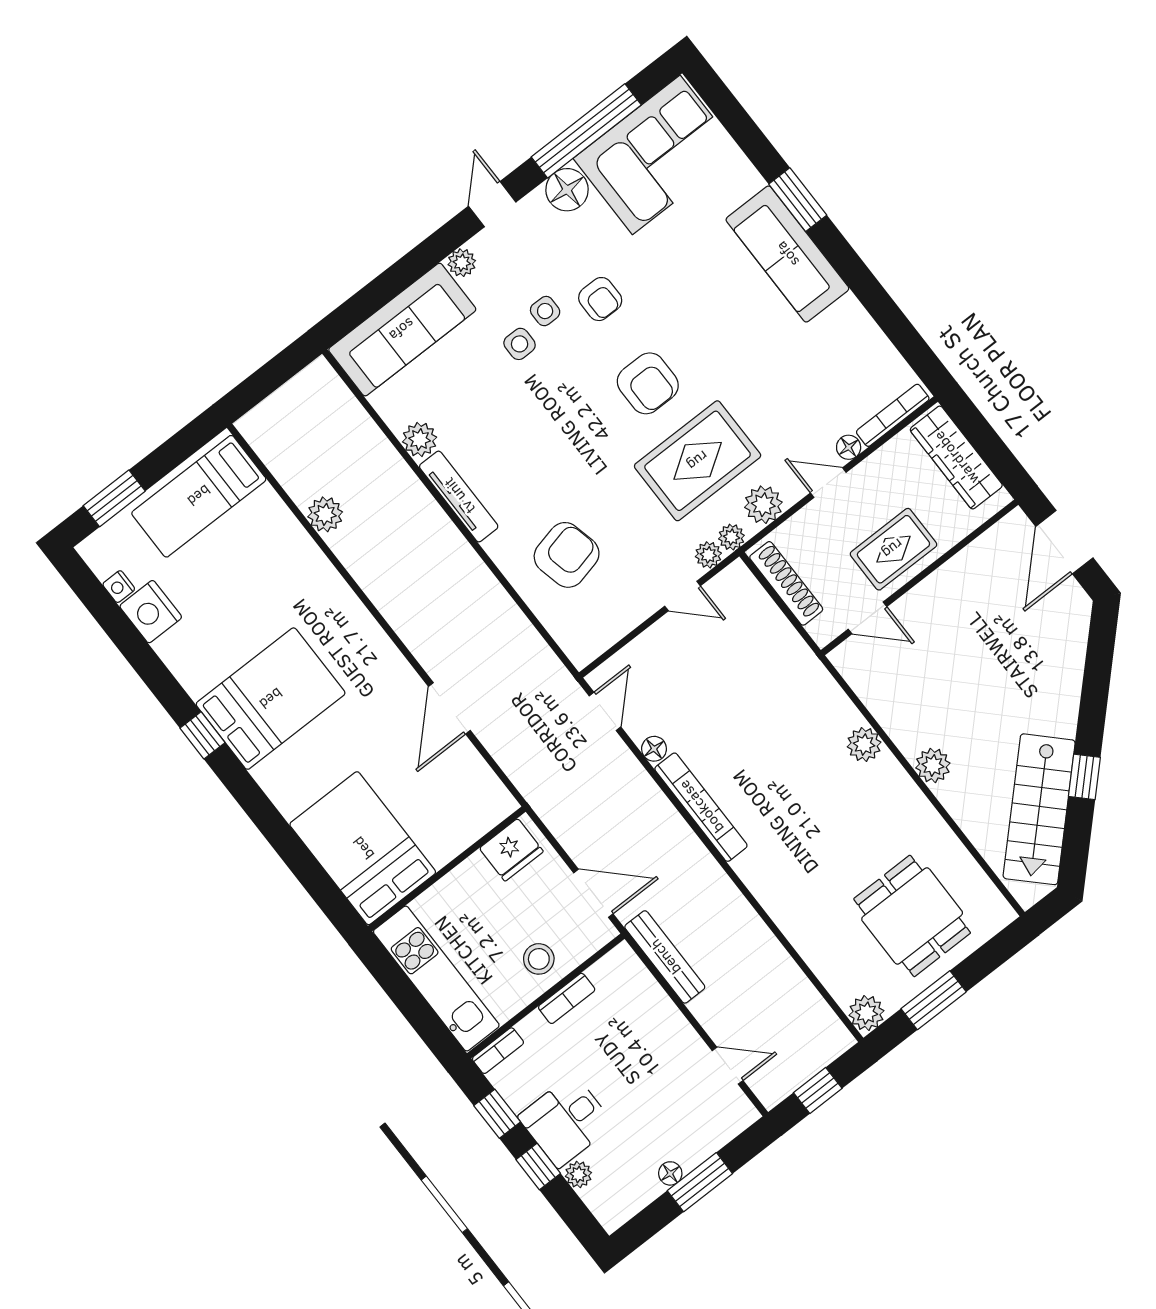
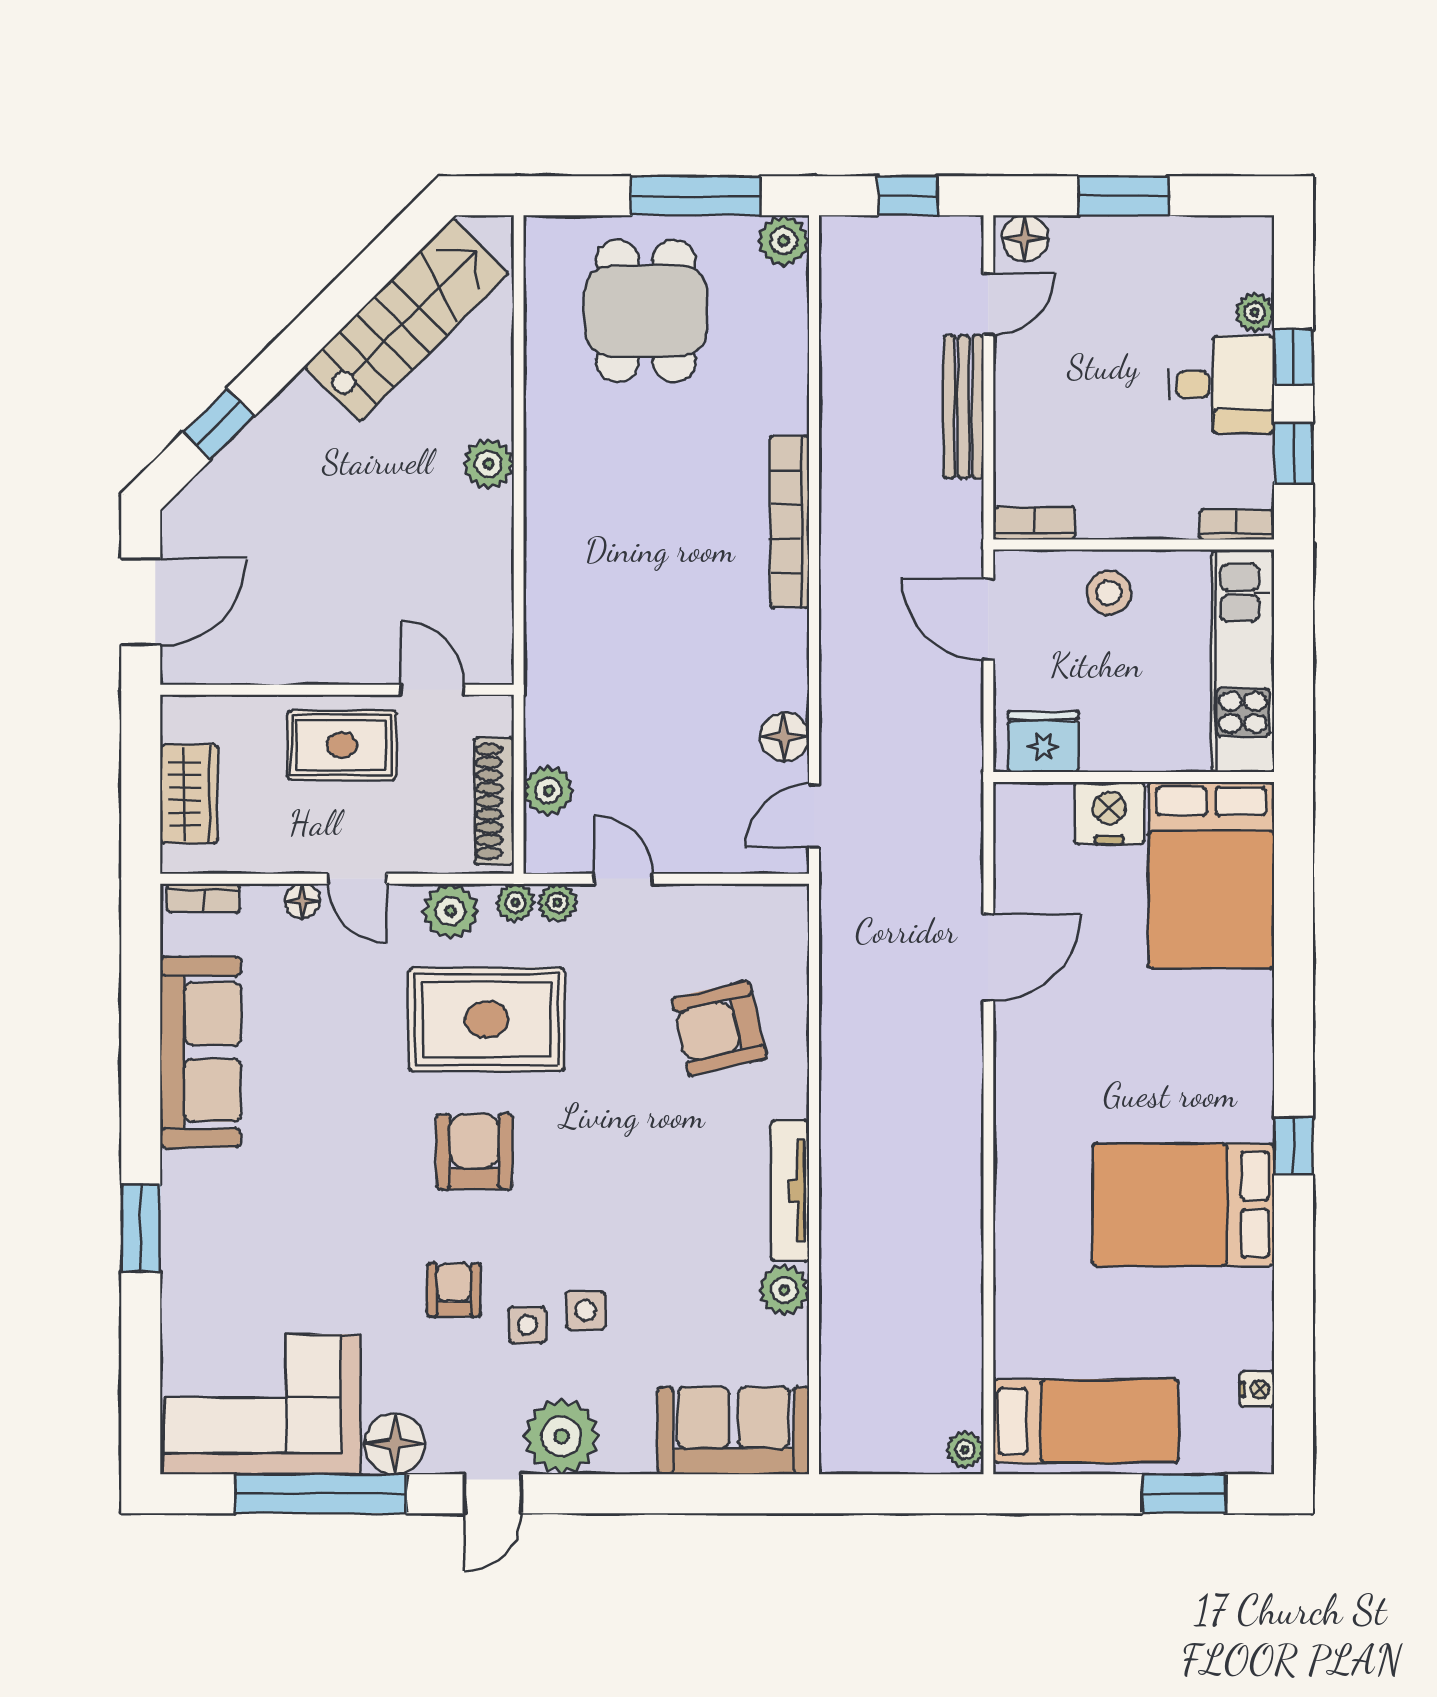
sofa: (787, 254) -> (201, 1052), moved
plant: (462, 263) -> (561, 1436), width x1.87, depth x1.87
sofa: (402, 330) -> (734, 1431), width x0.73
bookcase: (893, 415) -> (203, 898), width x0.64
wardrobe: (956, 458) -> (189, 794), width x0.67
plant: (325, 514) -> (965, 1450), moved, width x0.73, depth x0.73
nightstand: (151, 612) -> (1109, 813), moved, turned -90
bed: (271, 699) -> (1183, 1204), moved
plant: (864, 744) -> (548, 791), moved
floor lamp: (654, 749) -> (785, 737), width x1.37, depth x1.37
window: (1084, 777) -> (219, 424), moved
bookcase: (701, 807) -> (790, 522), moved
bench: (665, 957) -> (964, 407), moved
bookcase: (567, 998) -> (1034, 523), moved
window: (934, 1000) -> (696, 196), width x1.44
door: (728, 1066) -> (988, 304), swing flipped
floor lamp: (670, 1173) -> (1025, 238), moved, width x1.37, depth x1.37

